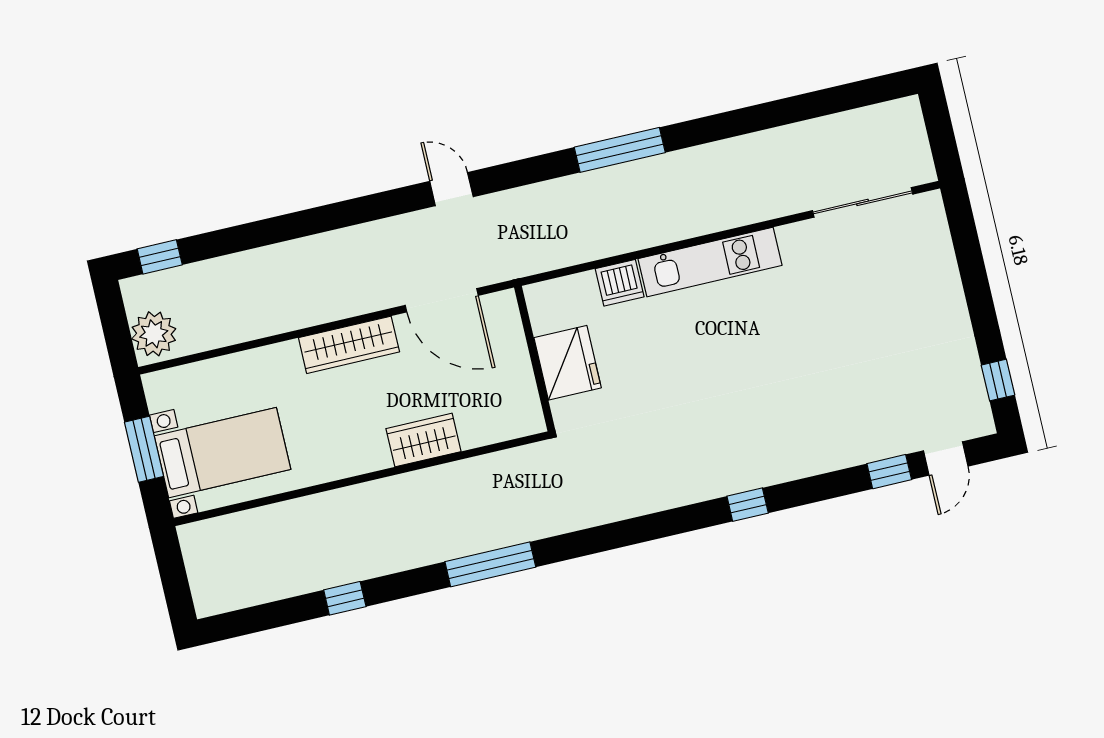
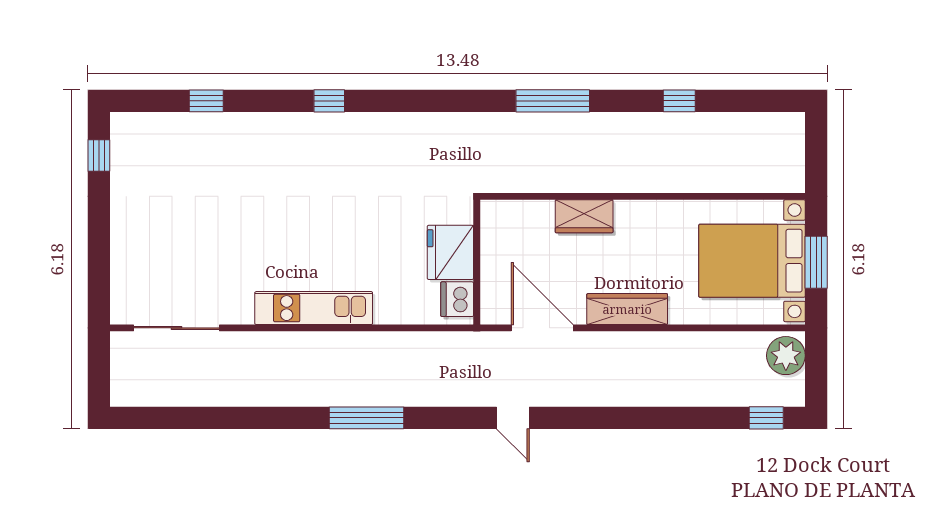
dishwasher: (620, 283) -> (457, 299), moved, turned -90
bed with nightstands: (223, 453) -> (752, 261), width x1.36
door: (946, 458) -> (157, 101), removed

